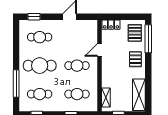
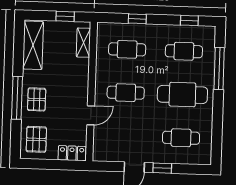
window: (34, 17) -> (162, 168), moved
window: (148, 39) -> (17, 98), moved

